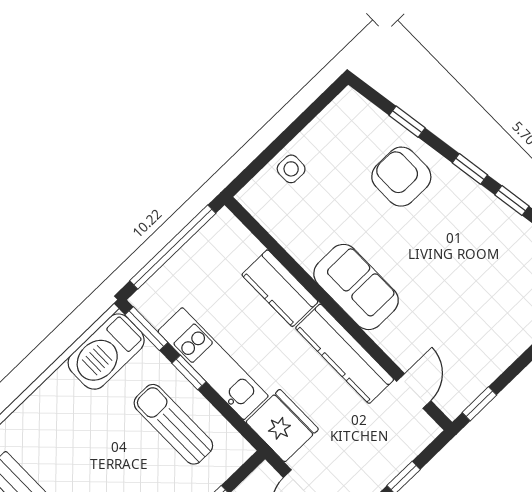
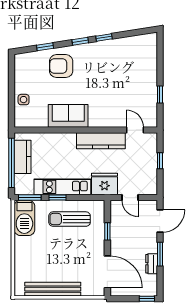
sofa: (356, 287) -> (68, 116), moved
kitchen counter: (280, 288) -> (23, 157), moved, turned -90
window: (479, 404) -> (160, 94), moved

